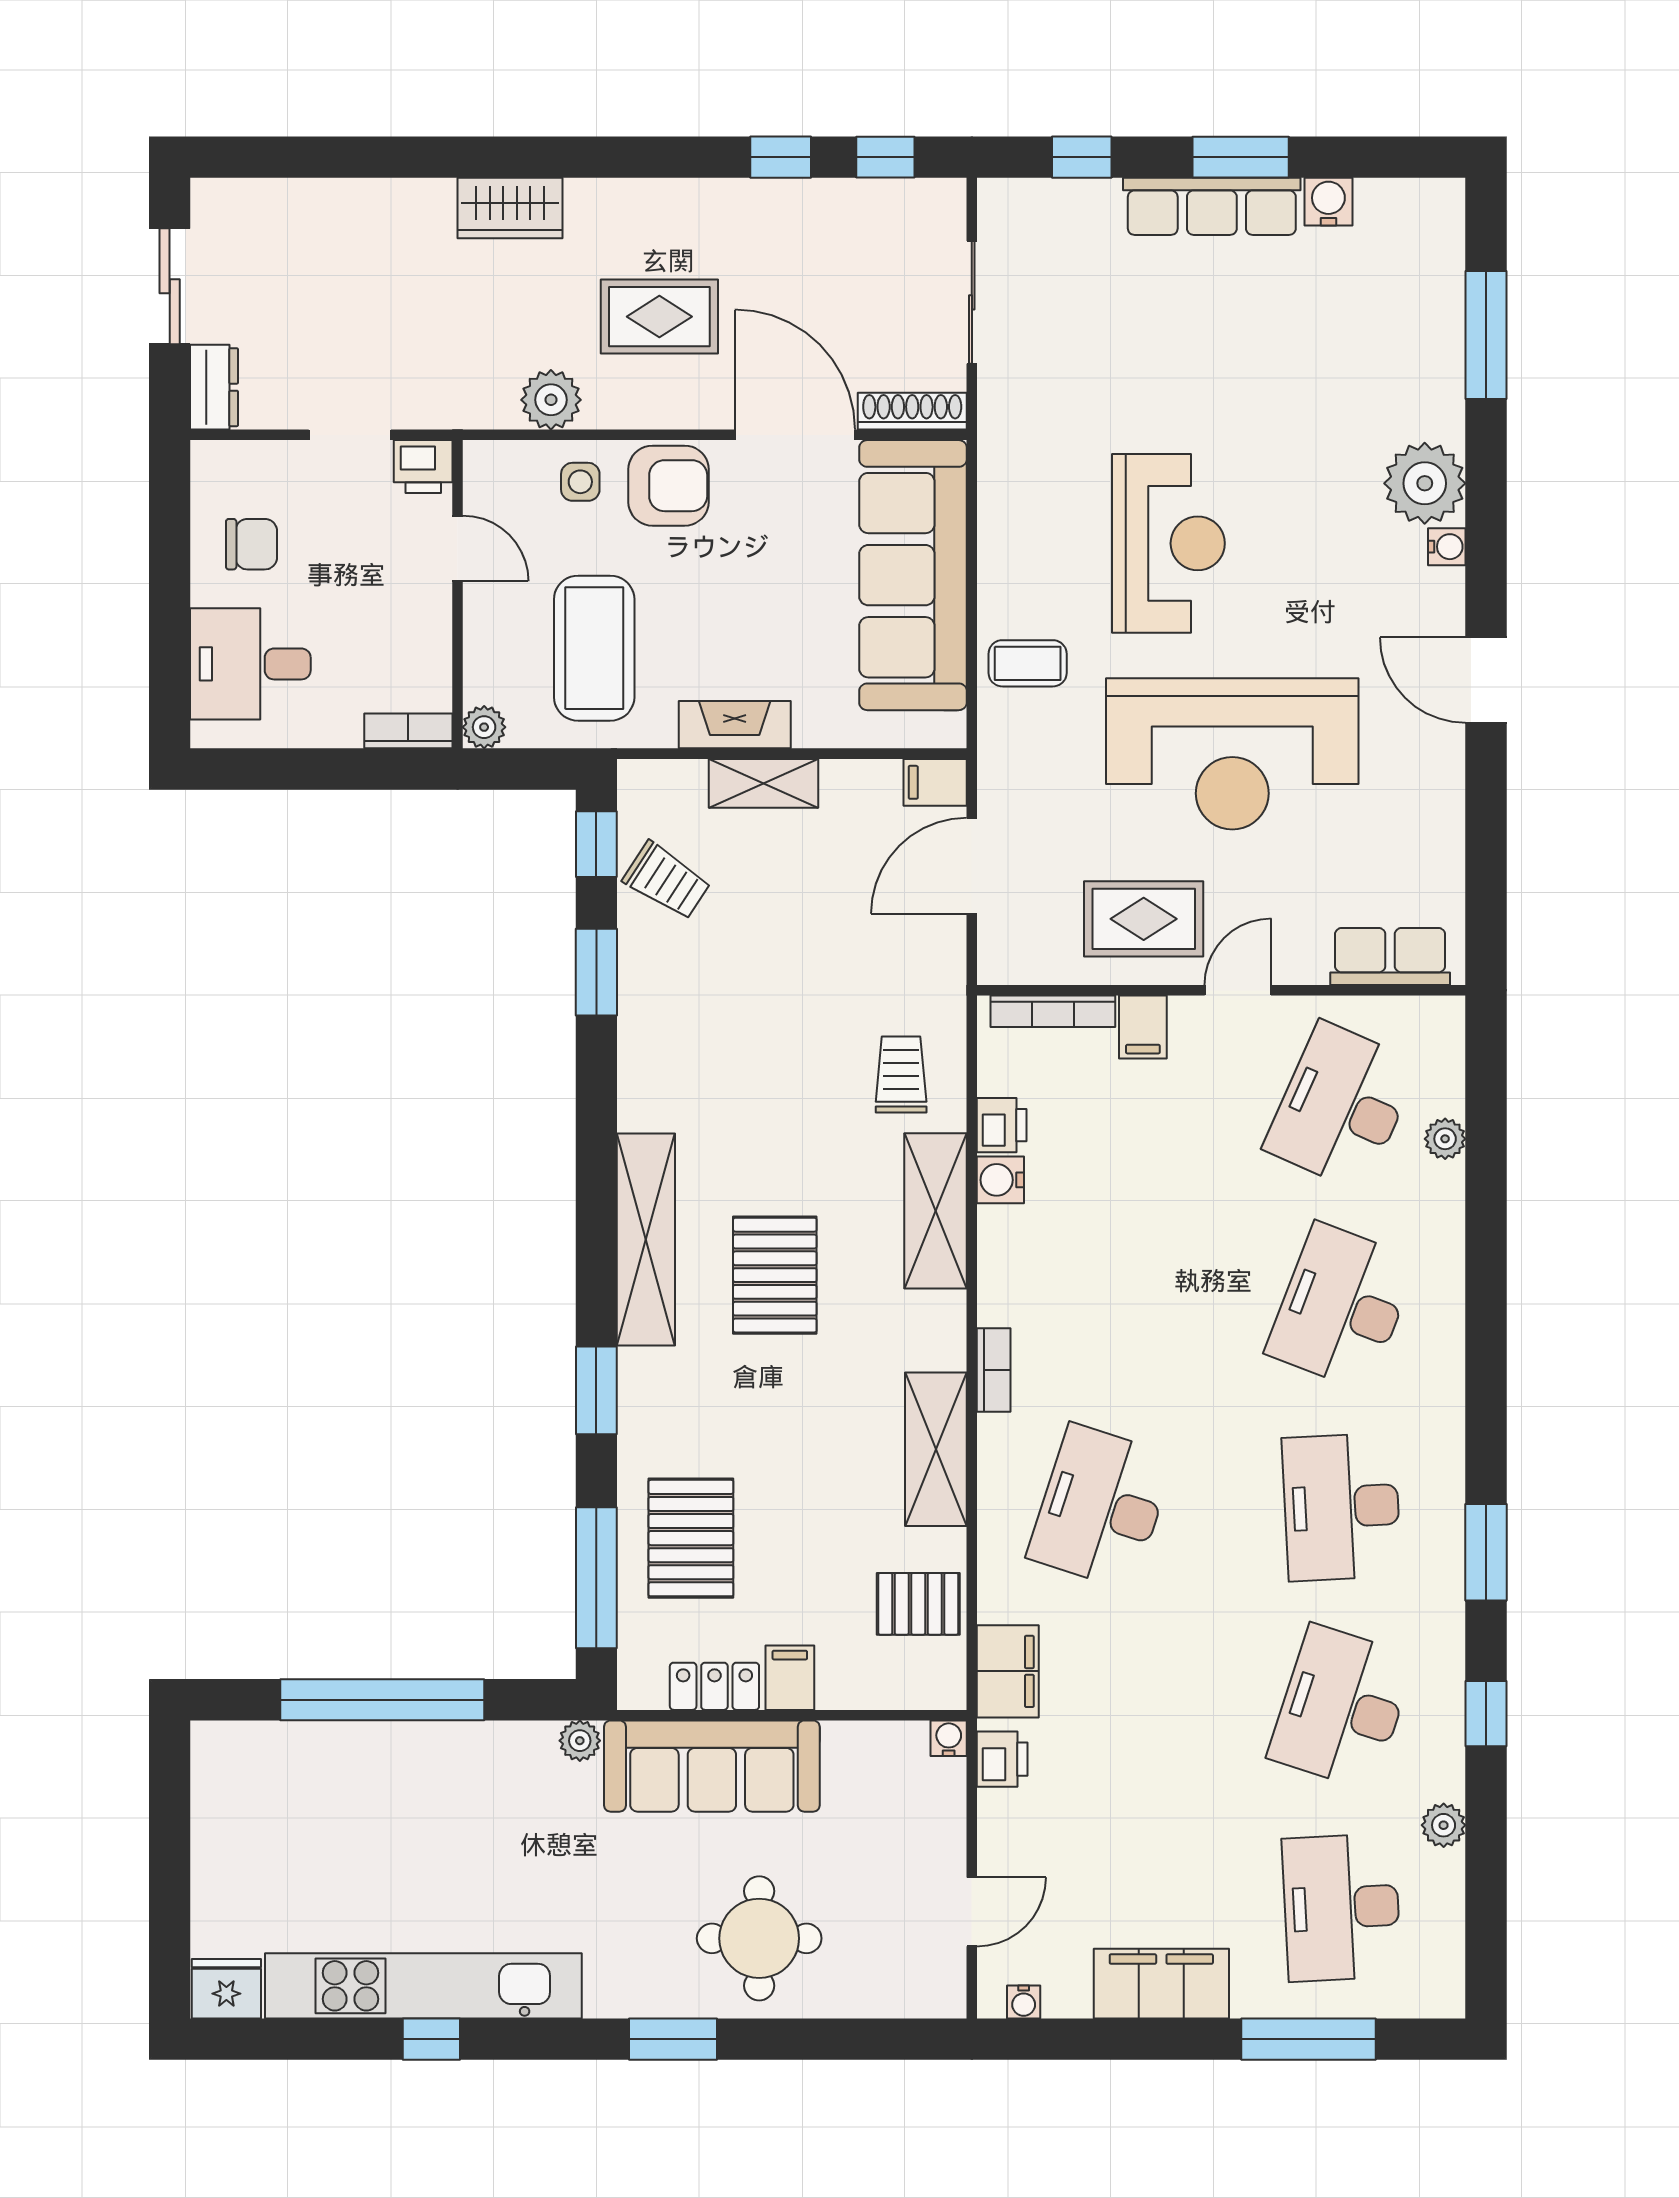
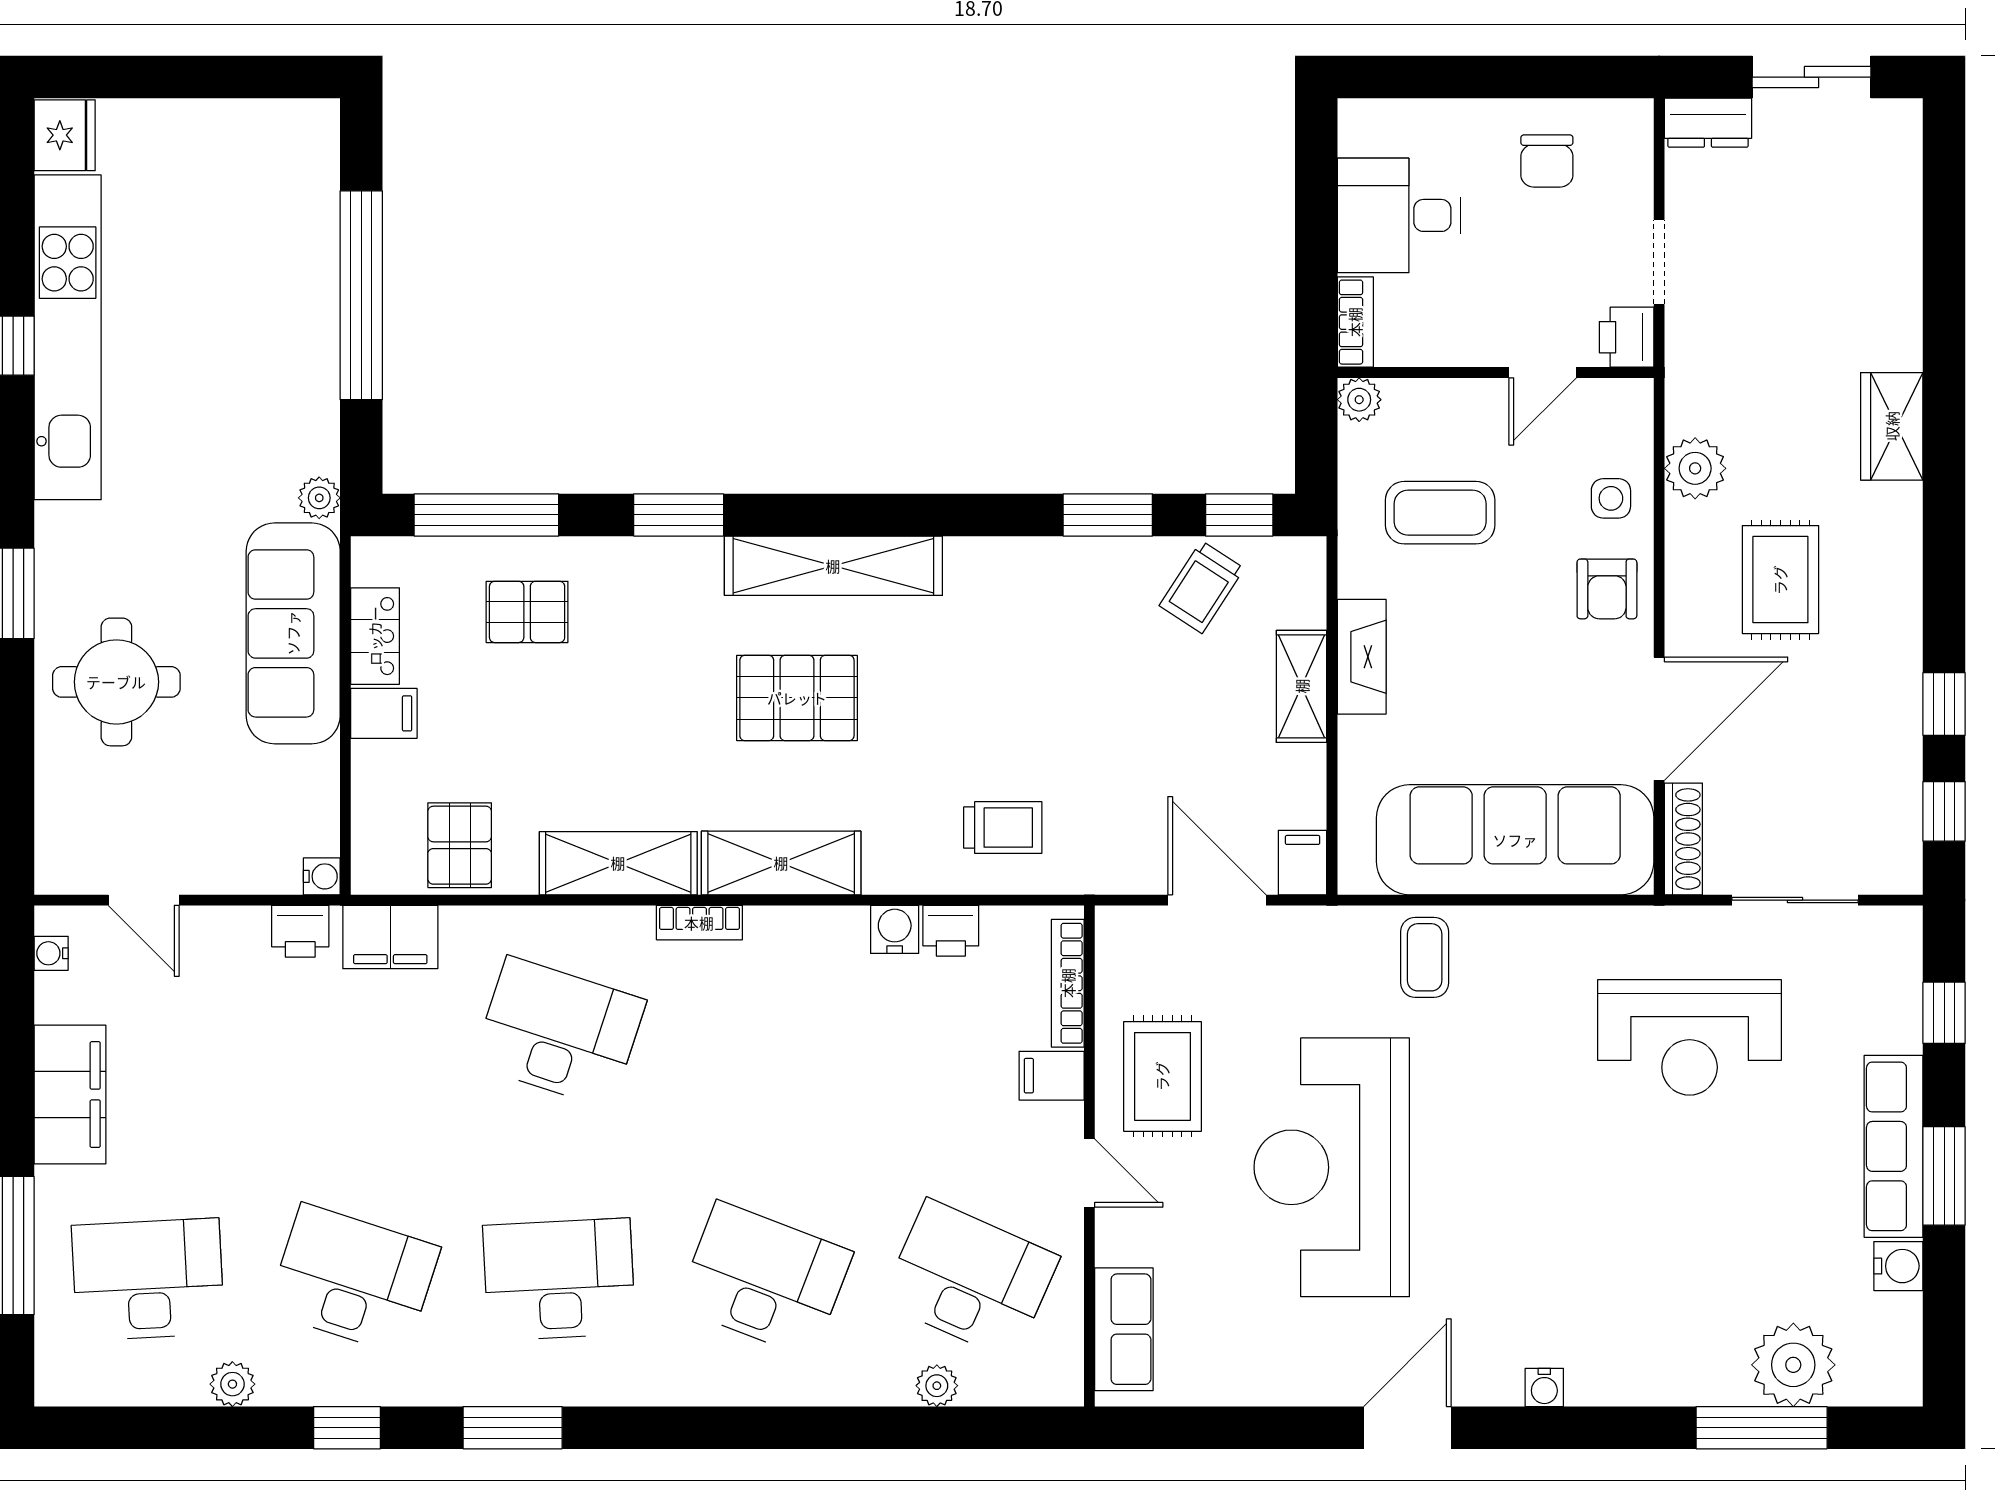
plant: (1425, 483) -> (1793, 1365), moved
armchair: (669, 486) -> (1607, 589), width x0.72, depth x0.72
reception desk: (1168, 543) -> (1690, 1037), moved
coffee table: (594, 648) -> (1440, 513), width x0.73, depth x0.76
desk: (250, 664) -> (1399, 215), moved, turned -90
shelving: (936, 1211) -> (781, 863), moved
pallet: (691, 1538) -> (527, 612), width x0.67, depth x0.71

